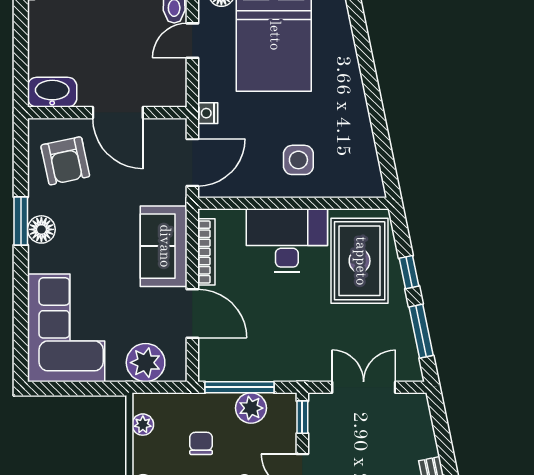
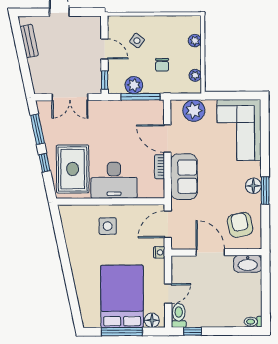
bookcase: (206, 252) -> (160, 167), width x0.64

